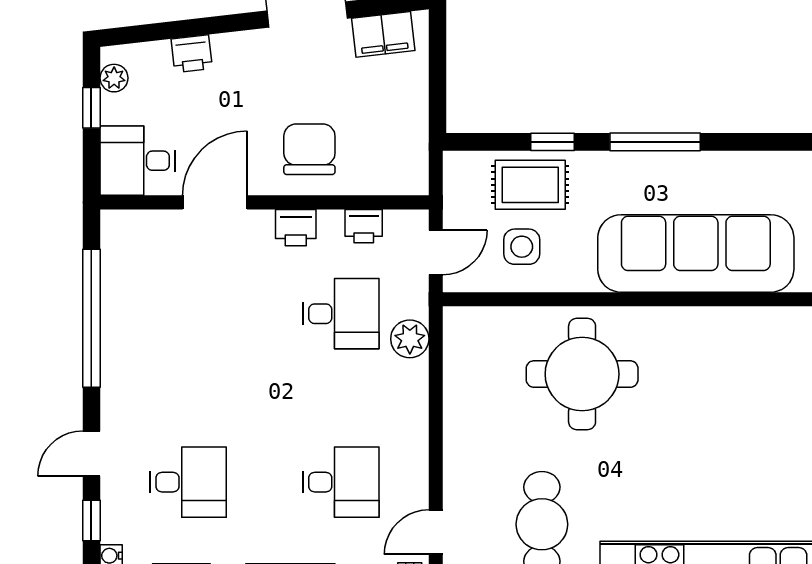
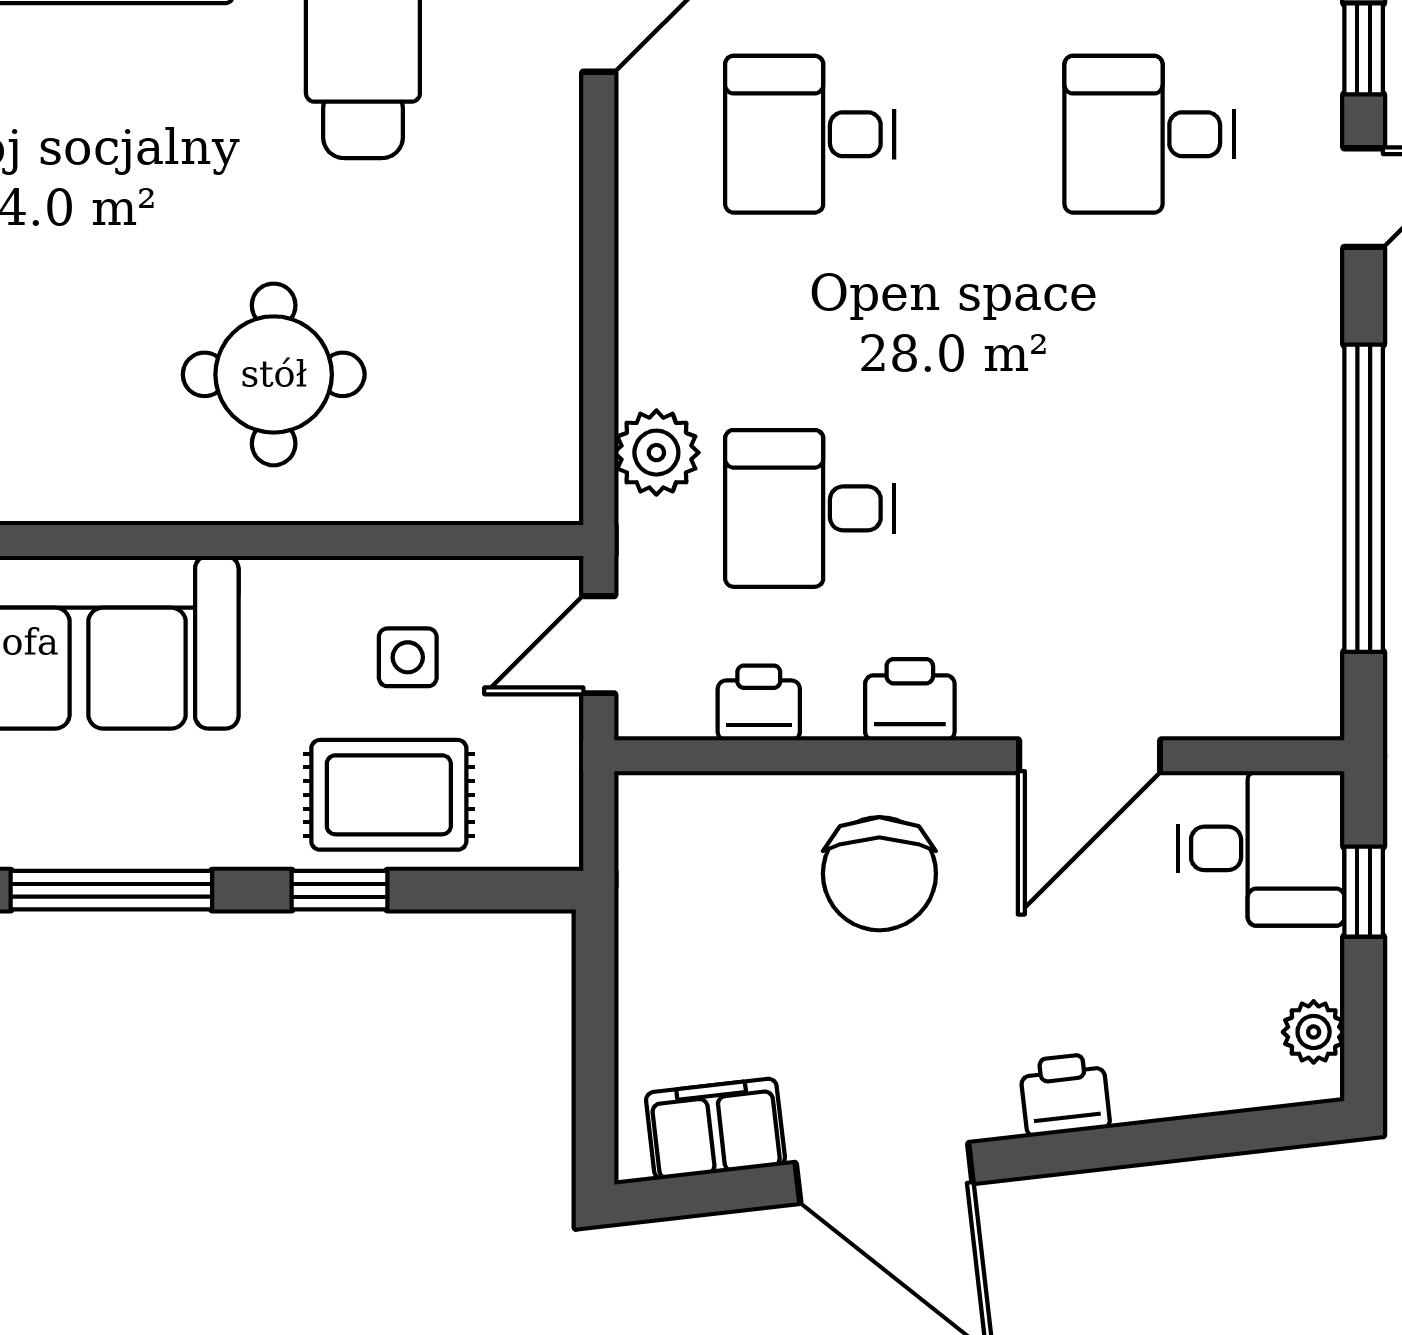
printer: (192, 54) -> (1065, 1095), moved
window: (91, 108) -> (1364, 892), moved
side table: (522, 247) -> (408, 657), width x0.73, depth x0.73
round table: (582, 374) -> (274, 374), width x0.73, depth x0.73

